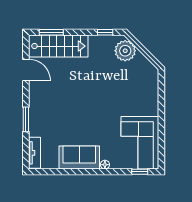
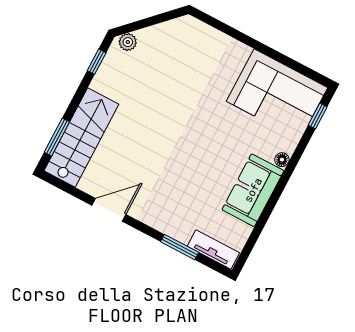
plant: (125, 51) -> (128, 42), width x0.53, depth x0.53
door: (26, 70) -> (109, 210), moved
window: (26, 119) -> (180, 247), moved

